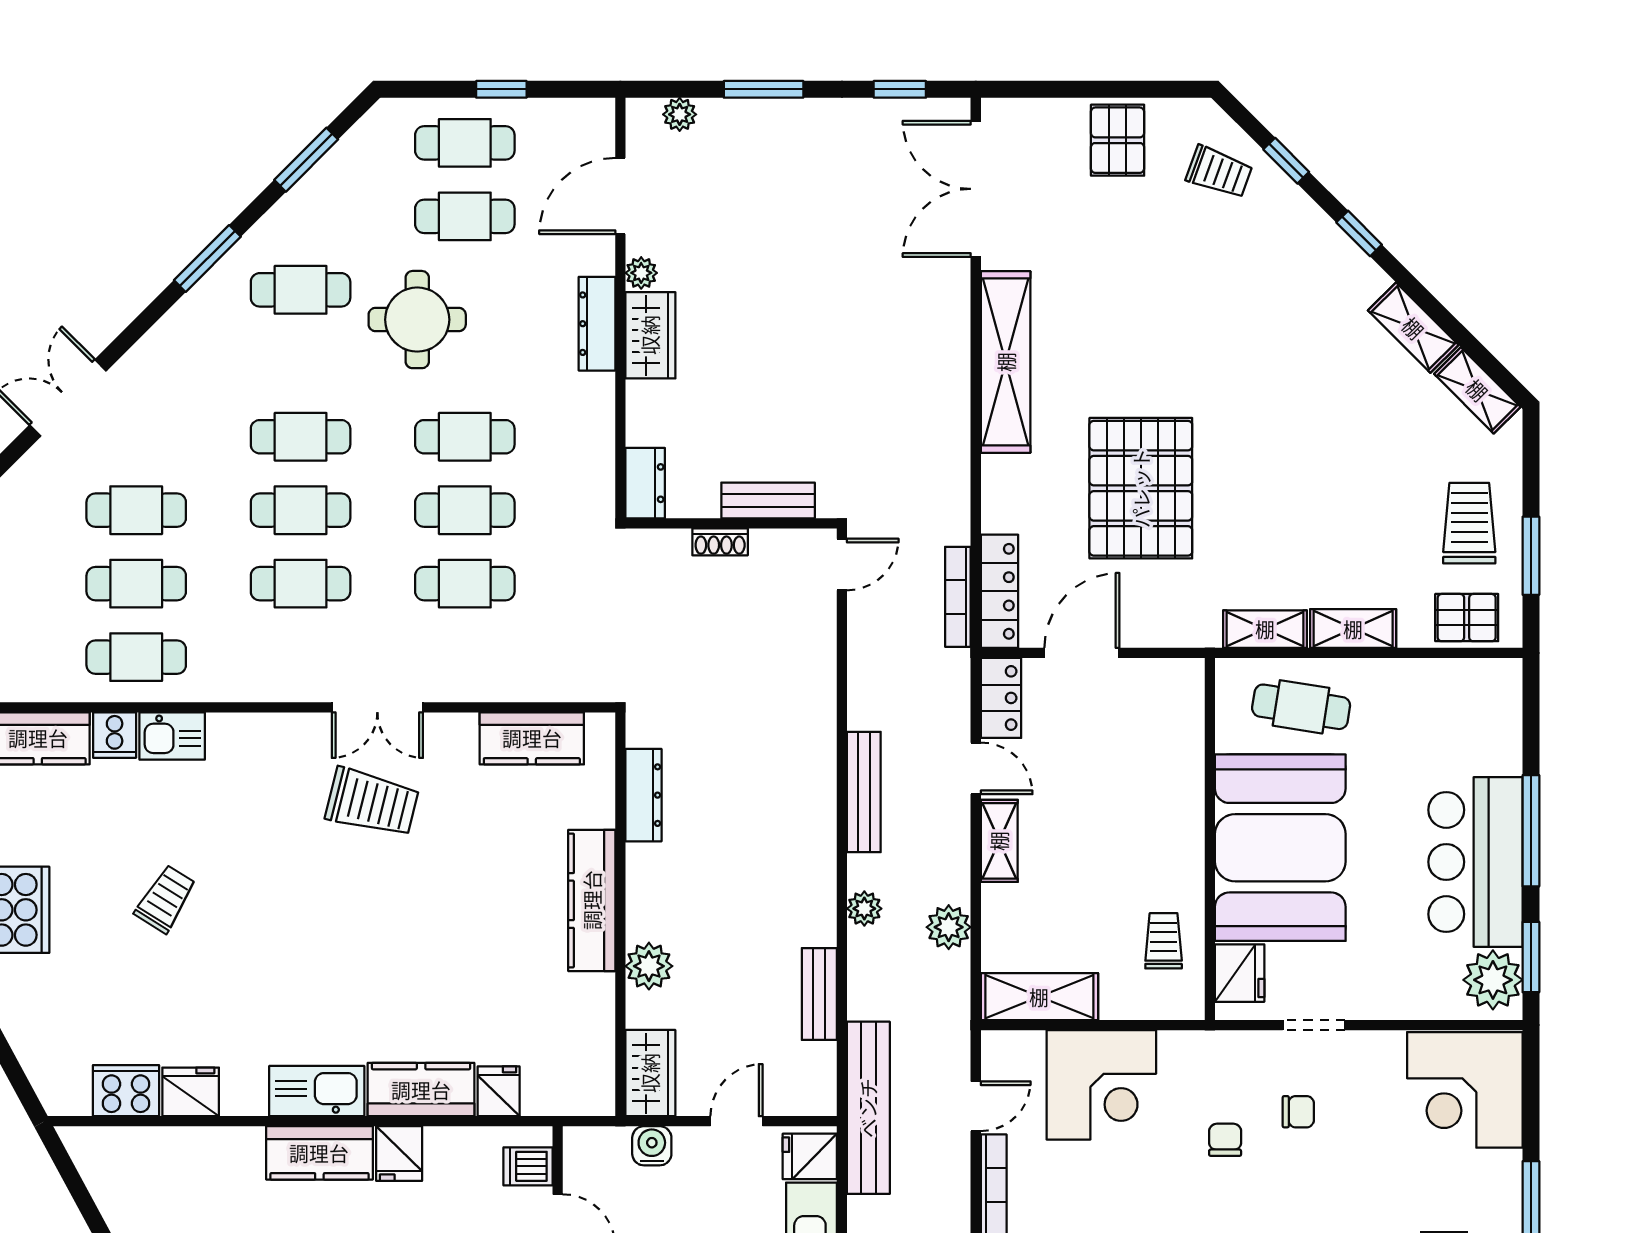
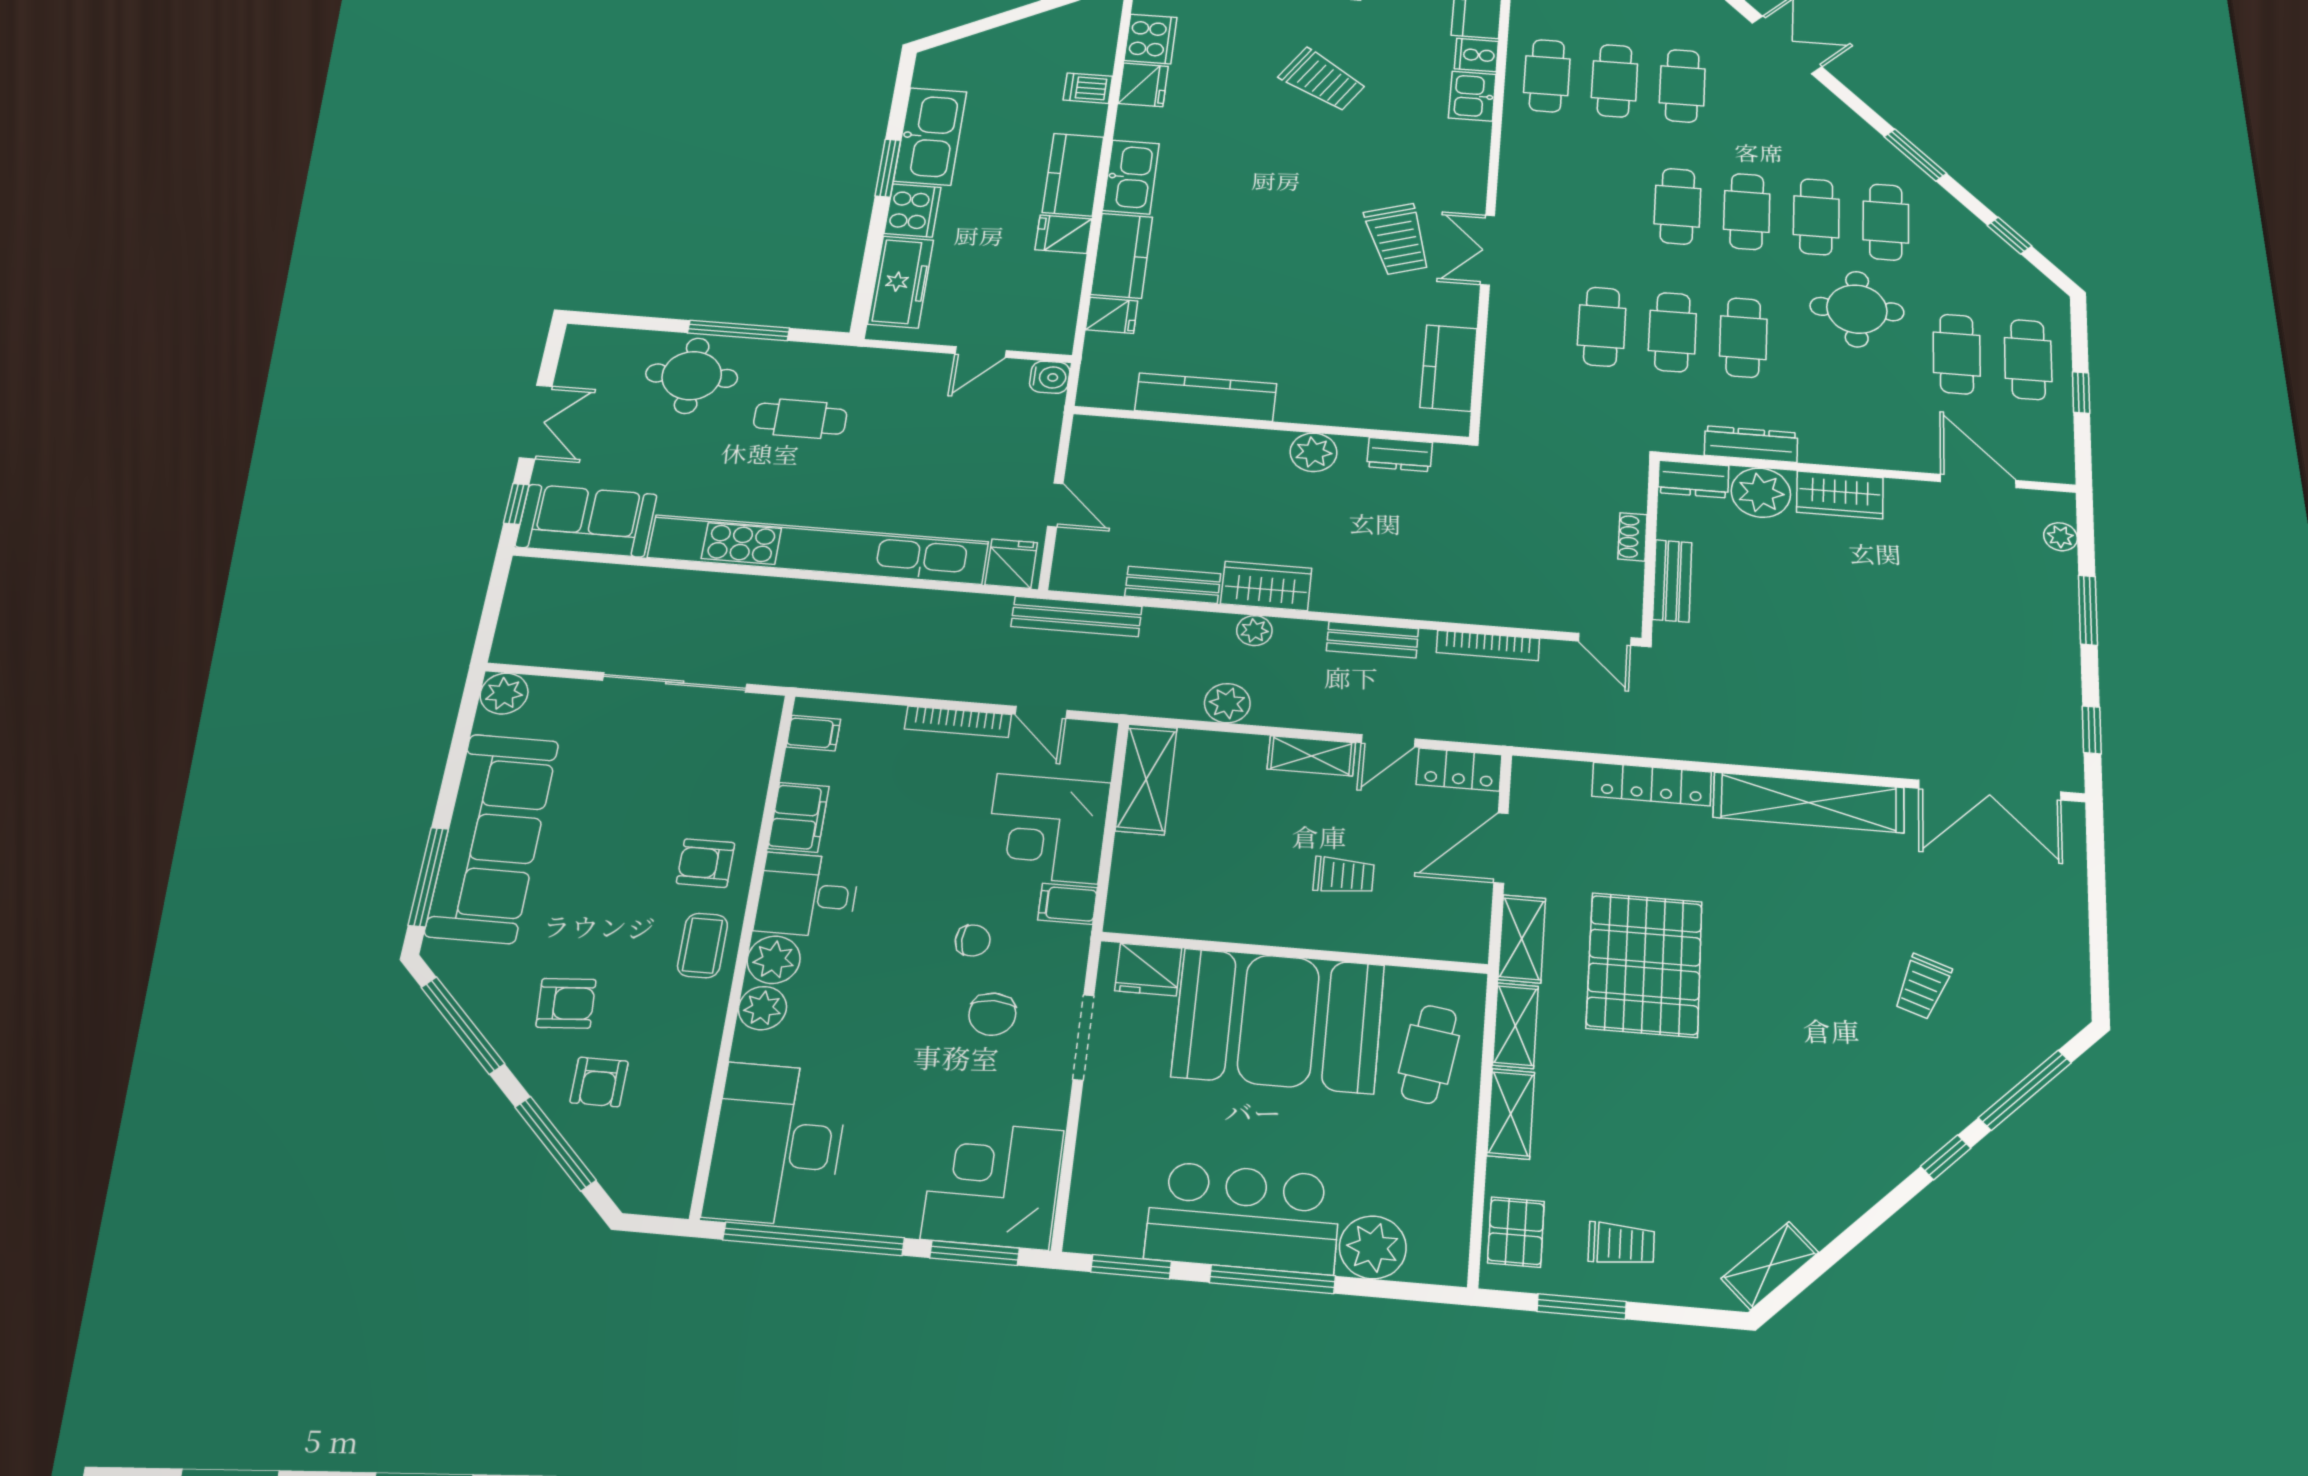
pallet: (1118, 140) -> (2044, 927), removed
window: (306, 160) -> (2009, 236), width x0.67
window: (1286, 161) -> (2025, 1090), width x2.17
trolley: (1219, 172) -> (1923, 987), moved
double door: (976, 189) -> (1990, 790), swing flipped
plant: (641, 273) -> (1761, 493), moved, width x1.88, depth x1.88
dresser: (597, 324) -> (1751, 444), moved
shelving: (1413, 328) -> (1522, 939), moved, turned -45
pallet: (1141, 488) -> (1644, 965), moved, turned 90
trolley: (1469, 523) -> (1621, 1244), width x0.73, depth x0.72
cafe table: (301, 584) -> (1816, 217), moved
locker: (999, 591) -> (1652, 784), moved
bookcase: (958, 597) -> (1488, 645), moved, turned 180
door: (1082, 653) -> (1501, 848), swing flipped
bench: (864, 792) -> (1372, 640), width x0.73
dresser: (643, 795) -> (1400, 455), width x0.70
trolley: (372, 802) -> (1398, 239), turned -32
trolley: (165, 899) -> (1323, 80), width x1.36, depth x1.39
kitchen counter: (592, 900) -> (1206, 397), moved
trolley: (1164, 941) -> (1344, 875), moved
plant: (649, 966) -> (1314, 452), moved
plant: (1493, 980) -> (1373, 1247), moved
doorway: (1314, 1025) -> (1083, 1037), width x1.38
filing cabinet: (1179, 1056) -> (1067, 904), added
wardrobe: (650, 1073) -> (1266, 586), moved, turned 180
window: (1531, 1097) -> (975, 1253), added
bench: (868, 1108) -> (1076, 616), width x0.73, depth x0.82
chair: (1298, 1112) -> (992, 1014), width x1.37, depth x1.37
water cooler: (652, 1146) -> (1050, 377), moved
dishwasher: (528, 1166) -> (1088, 88), moved, turned -90

